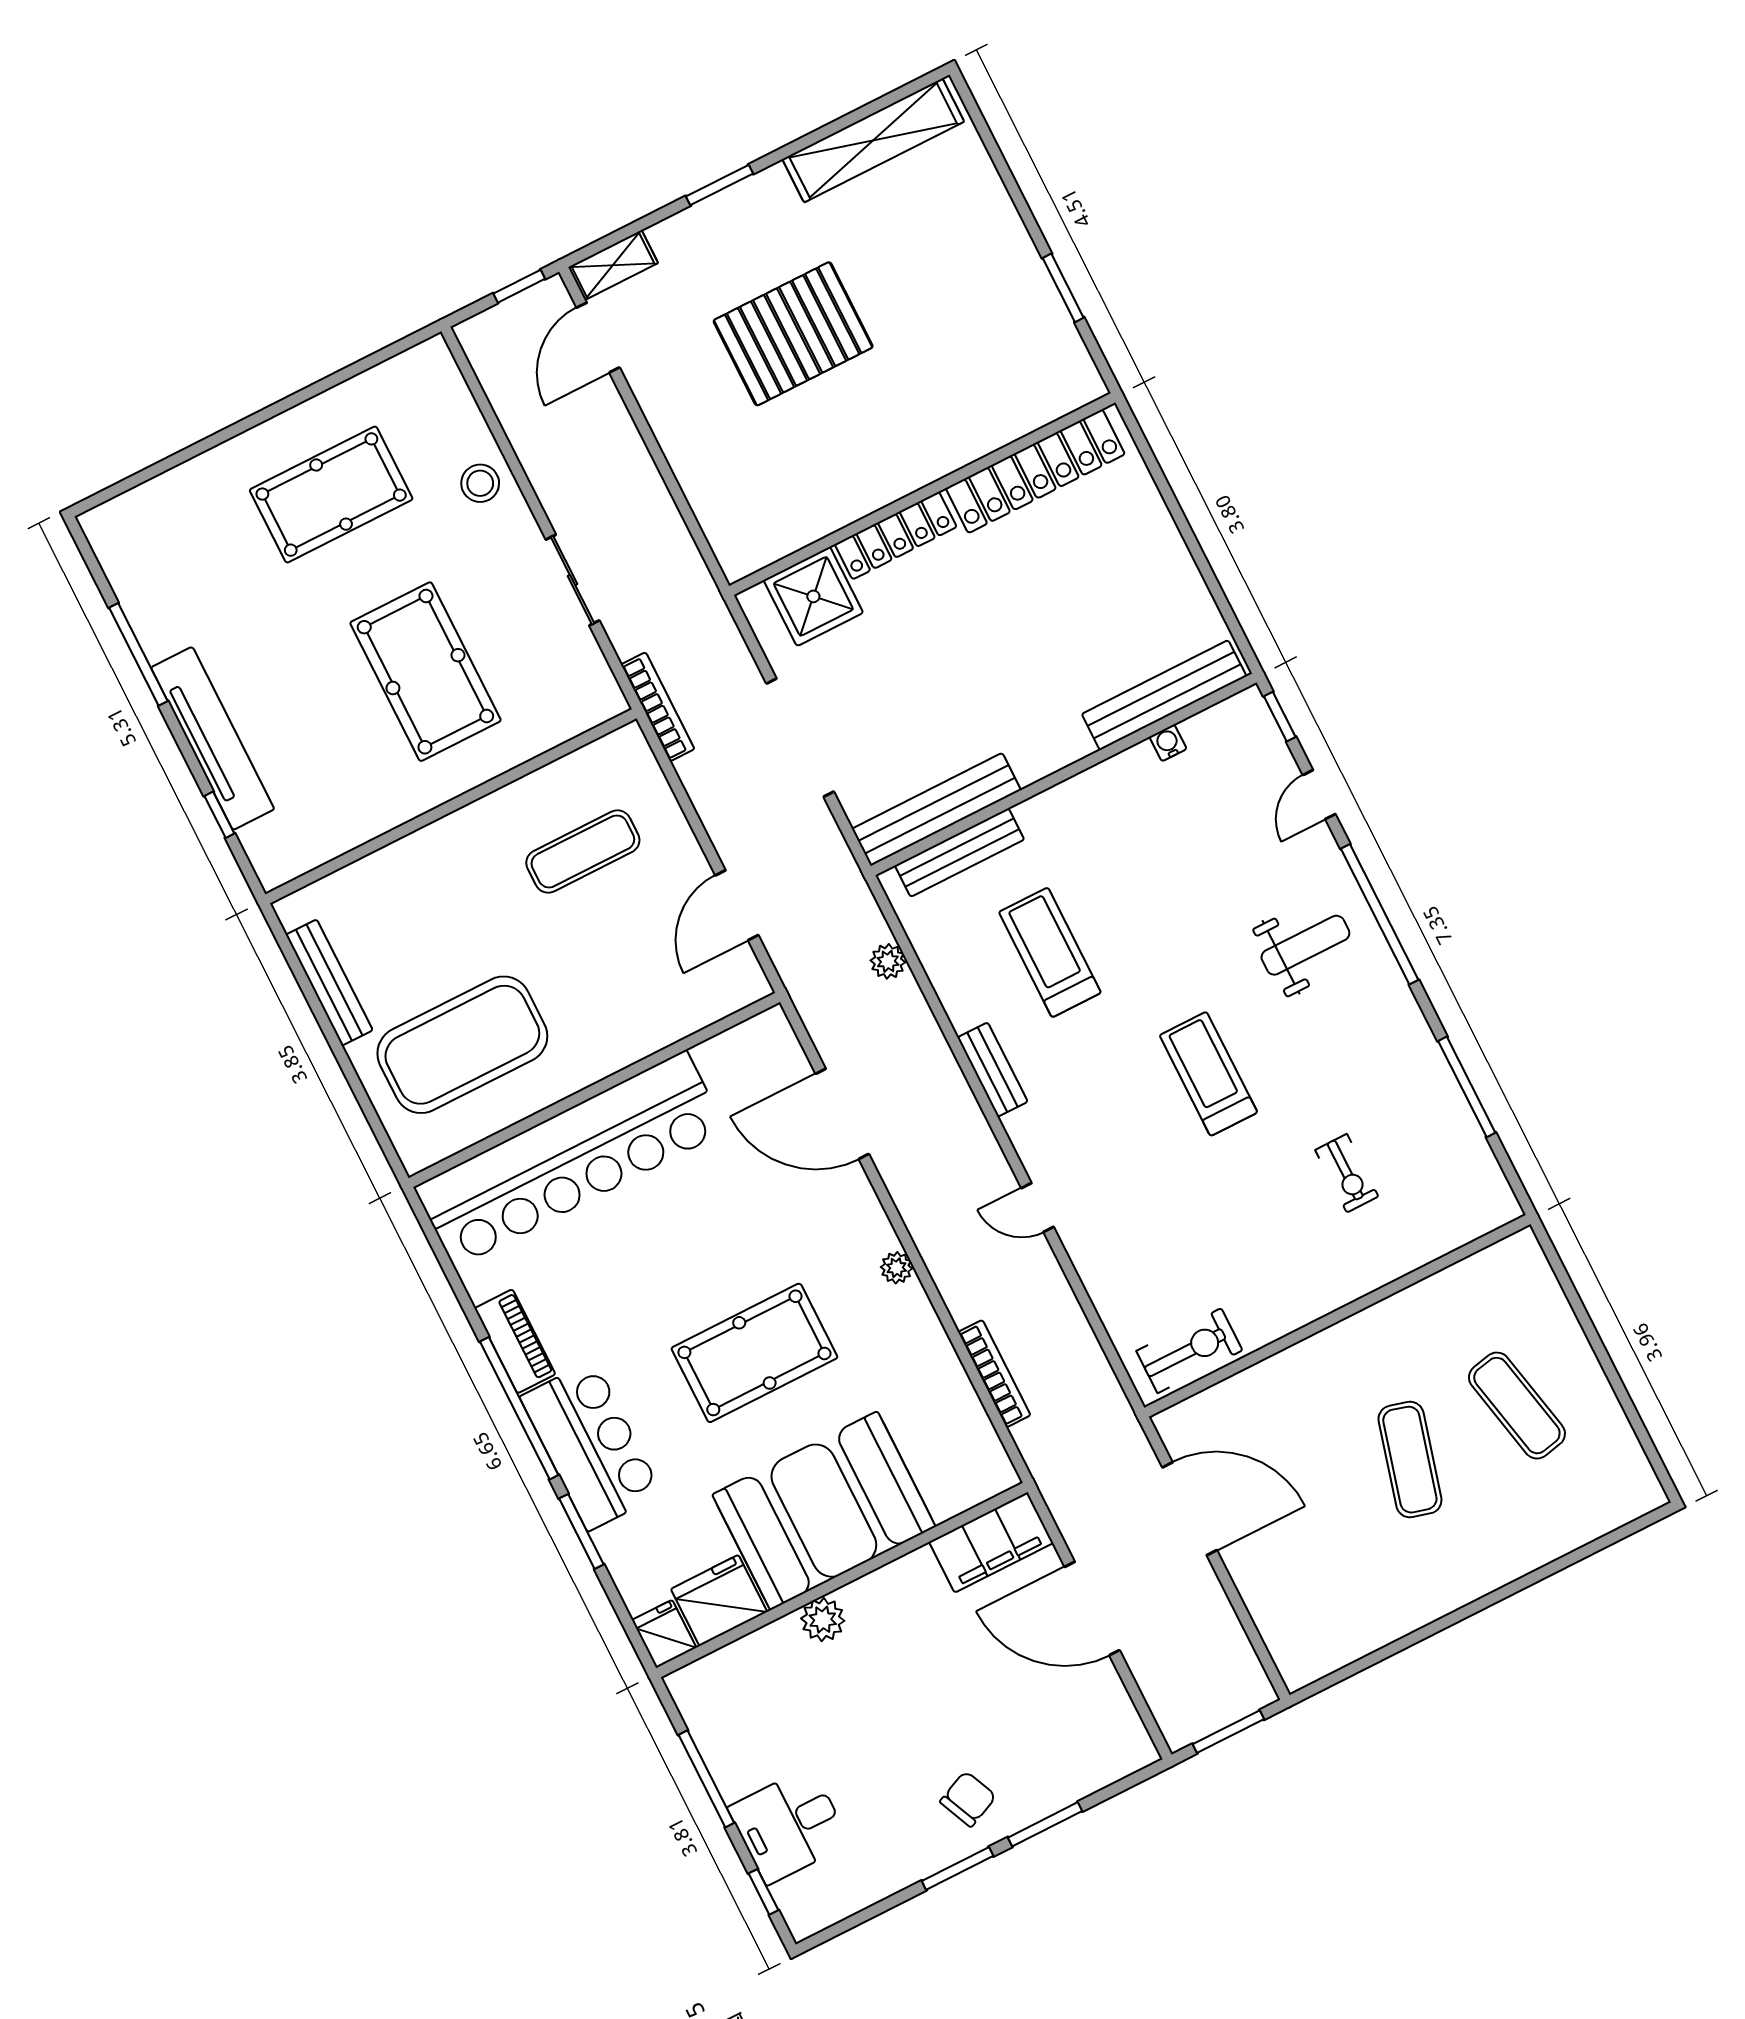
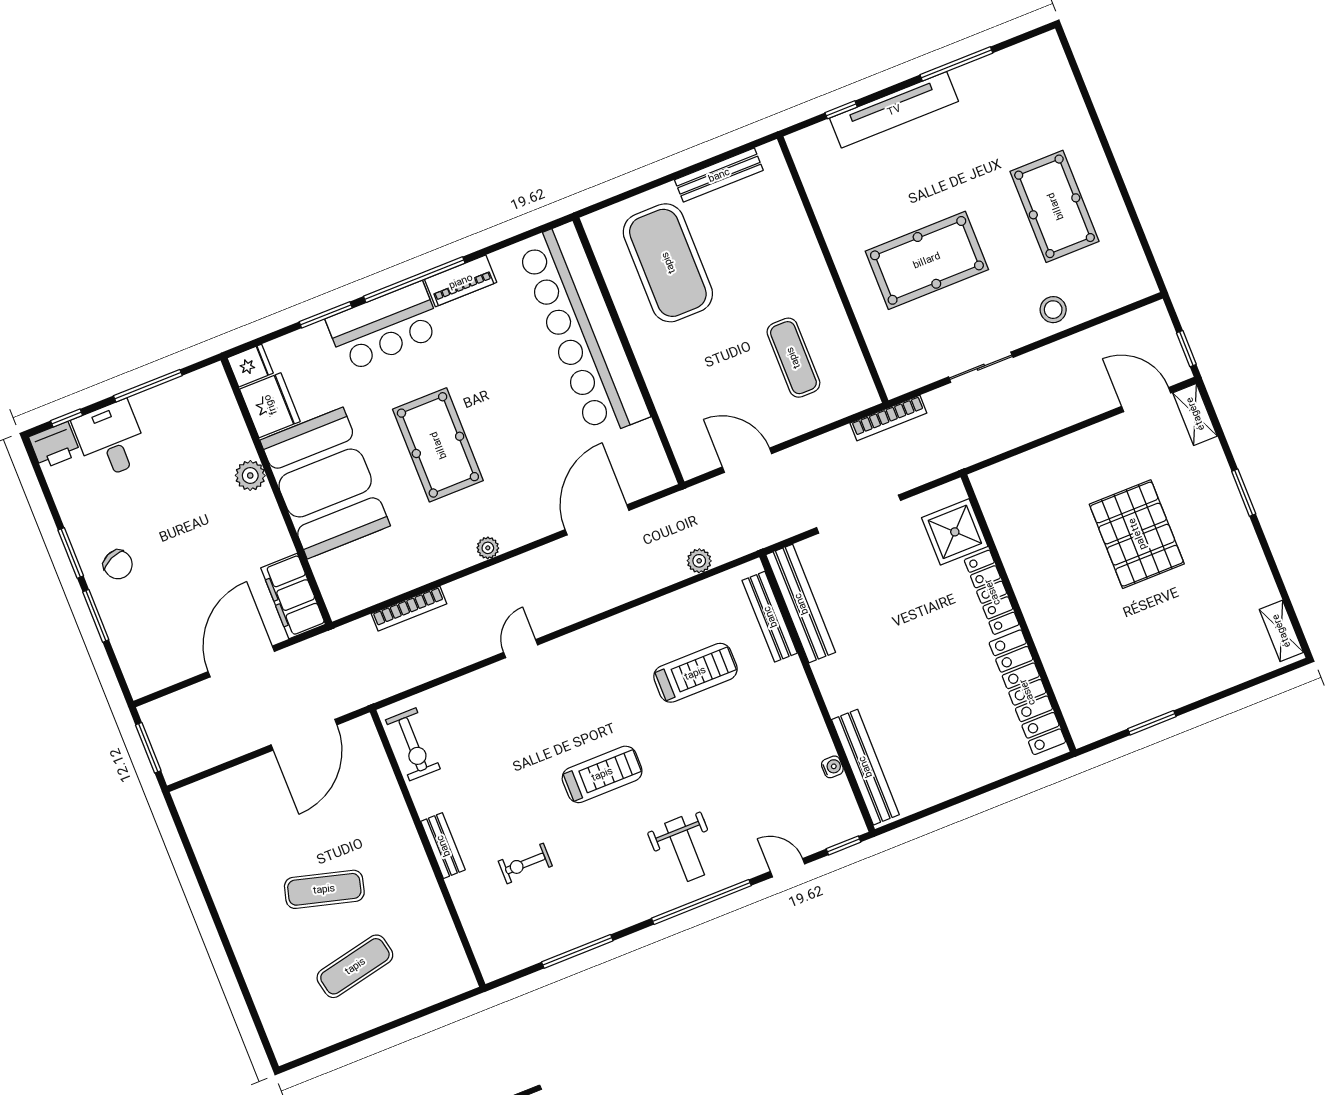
shelving: (873, 140) -> (1281, 631), width x0.45, depth x0.75
bench: (992, 1070) -> (443, 846), moved, turned 90
printer: (805, 1906) -> (55, 445), added

